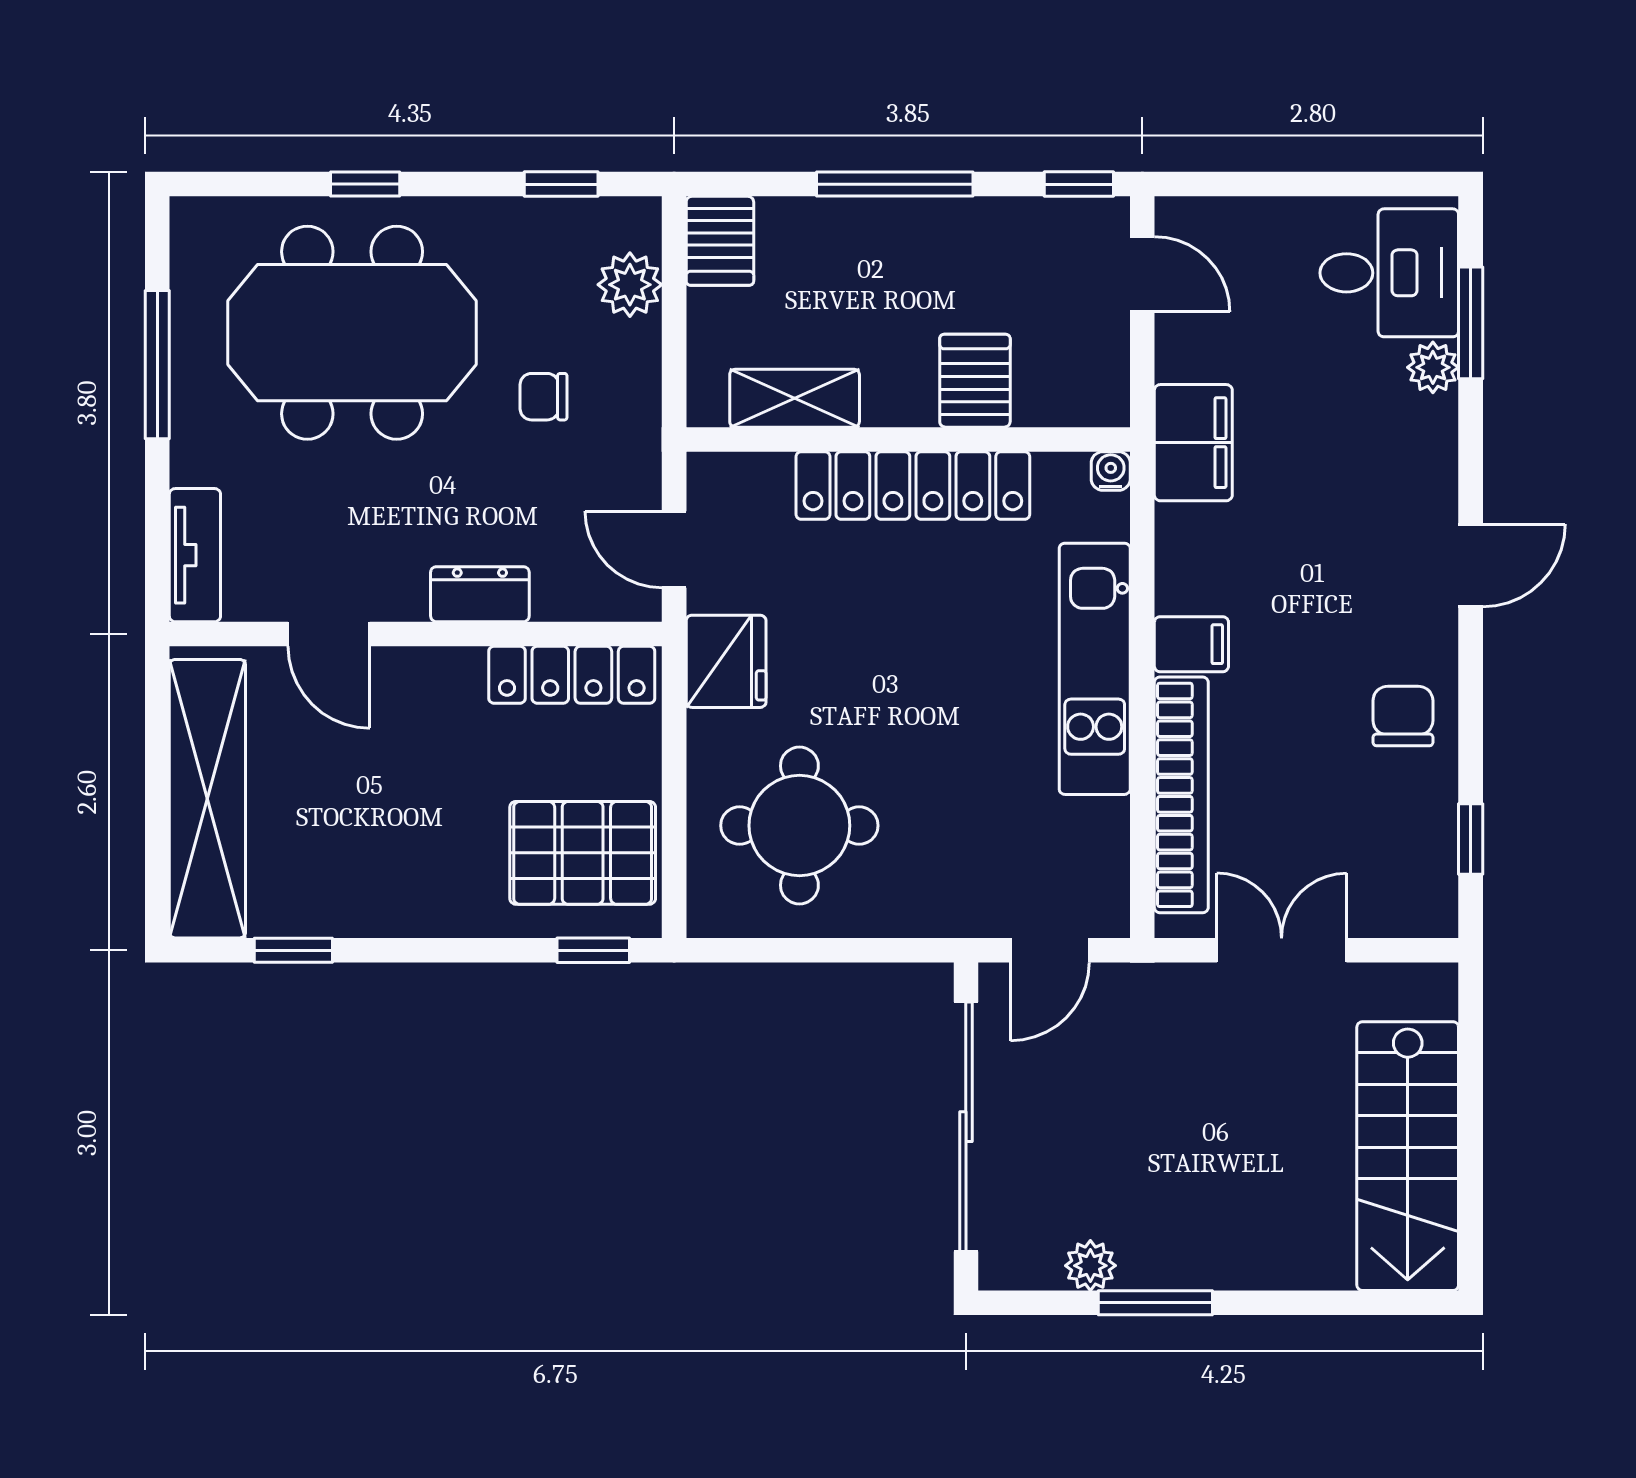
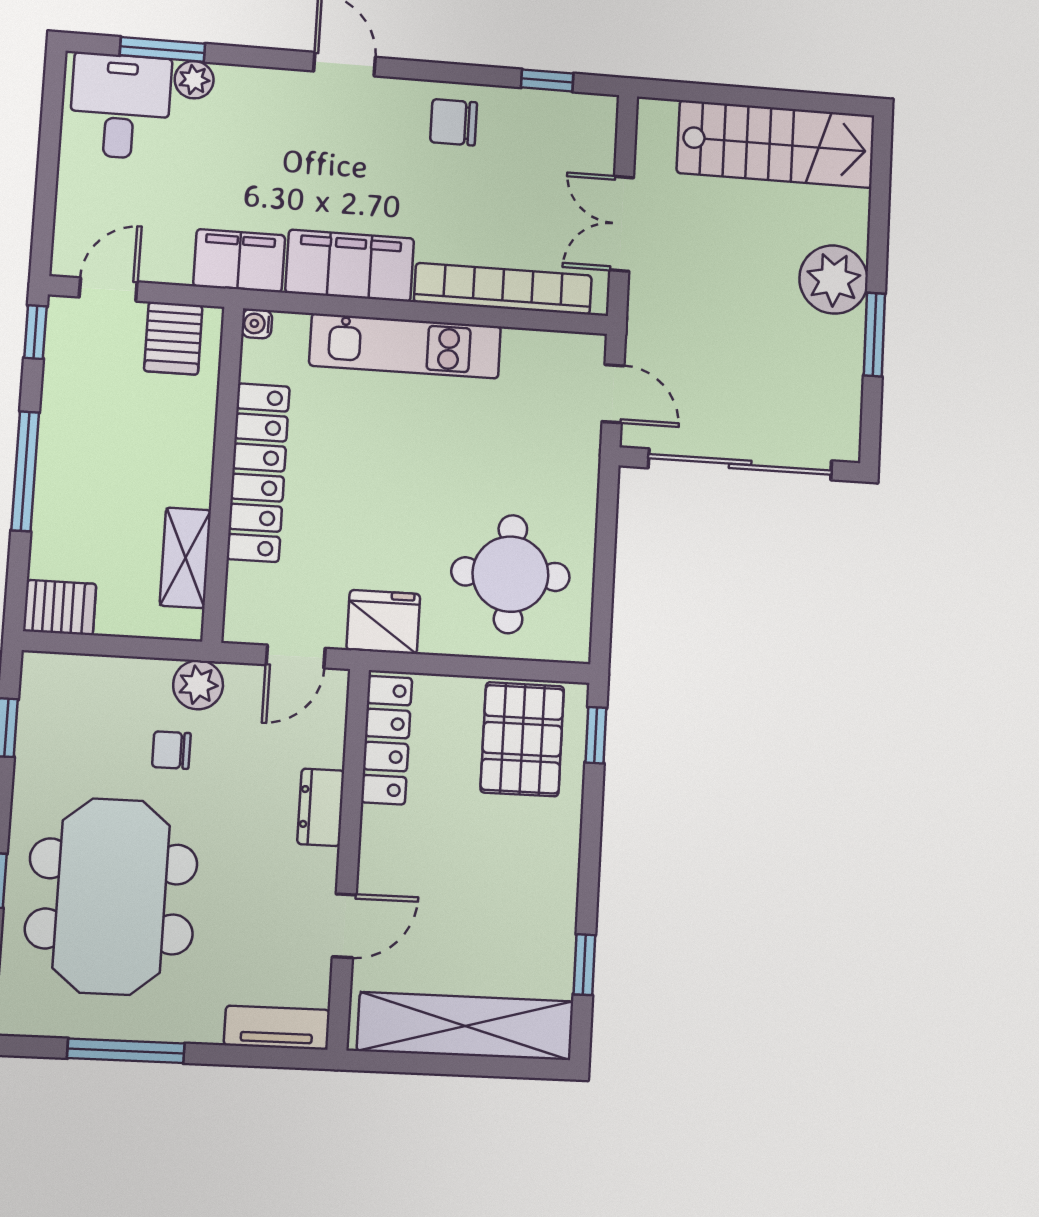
plant: (630, 285) -> (198, 685), moved
server rack: (975, 381) -> (173, 338), moved, turned -90
chair: (544, 397) -> (171, 750), turned 90
filing cabinet: (1191, 644) -> (350, 266), width x3.00, depth x1.17
plant: (1090, 1266) -> (834, 280), moved, width x1.88, depth x1.88

